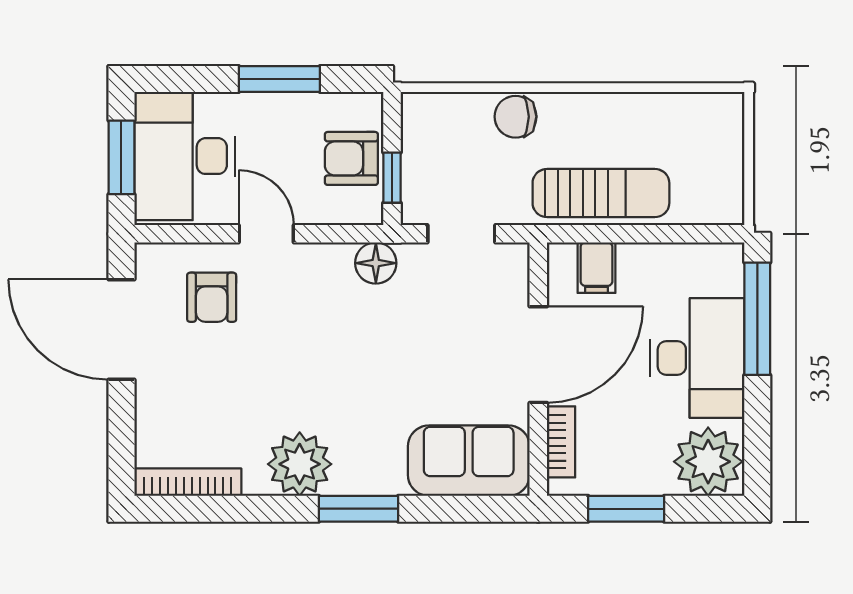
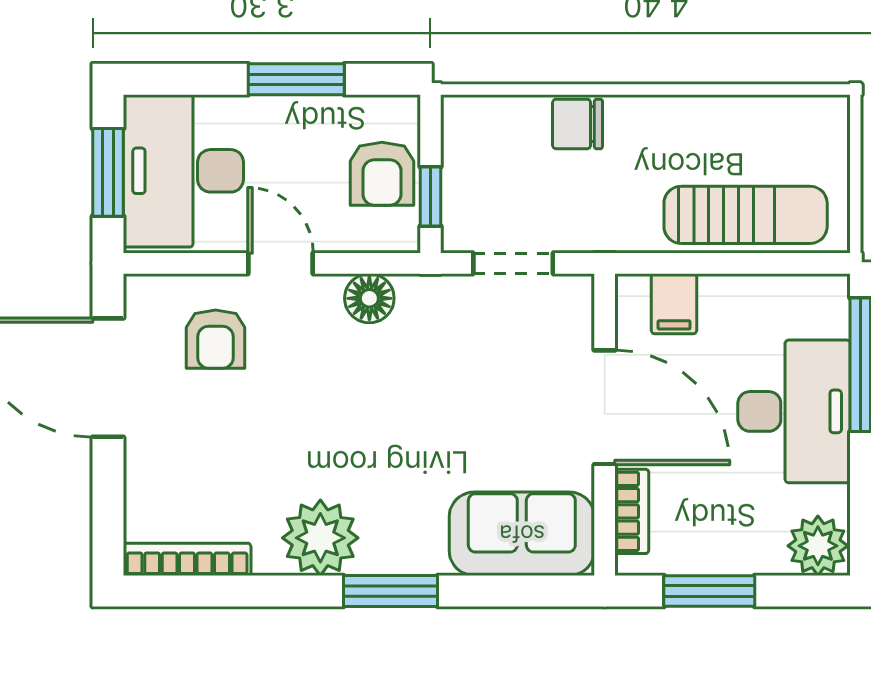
armchair: (351, 158) -> (382, 174), turned -90
sun lounger: (601, 193) -> (746, 215), moved
floor lamp: (376, 263) -> (369, 298), moved
door: (538, 355) -> (605, 407), hinge flipped
plant: (708, 462) -> (818, 546), width x0.73, depth x0.73

